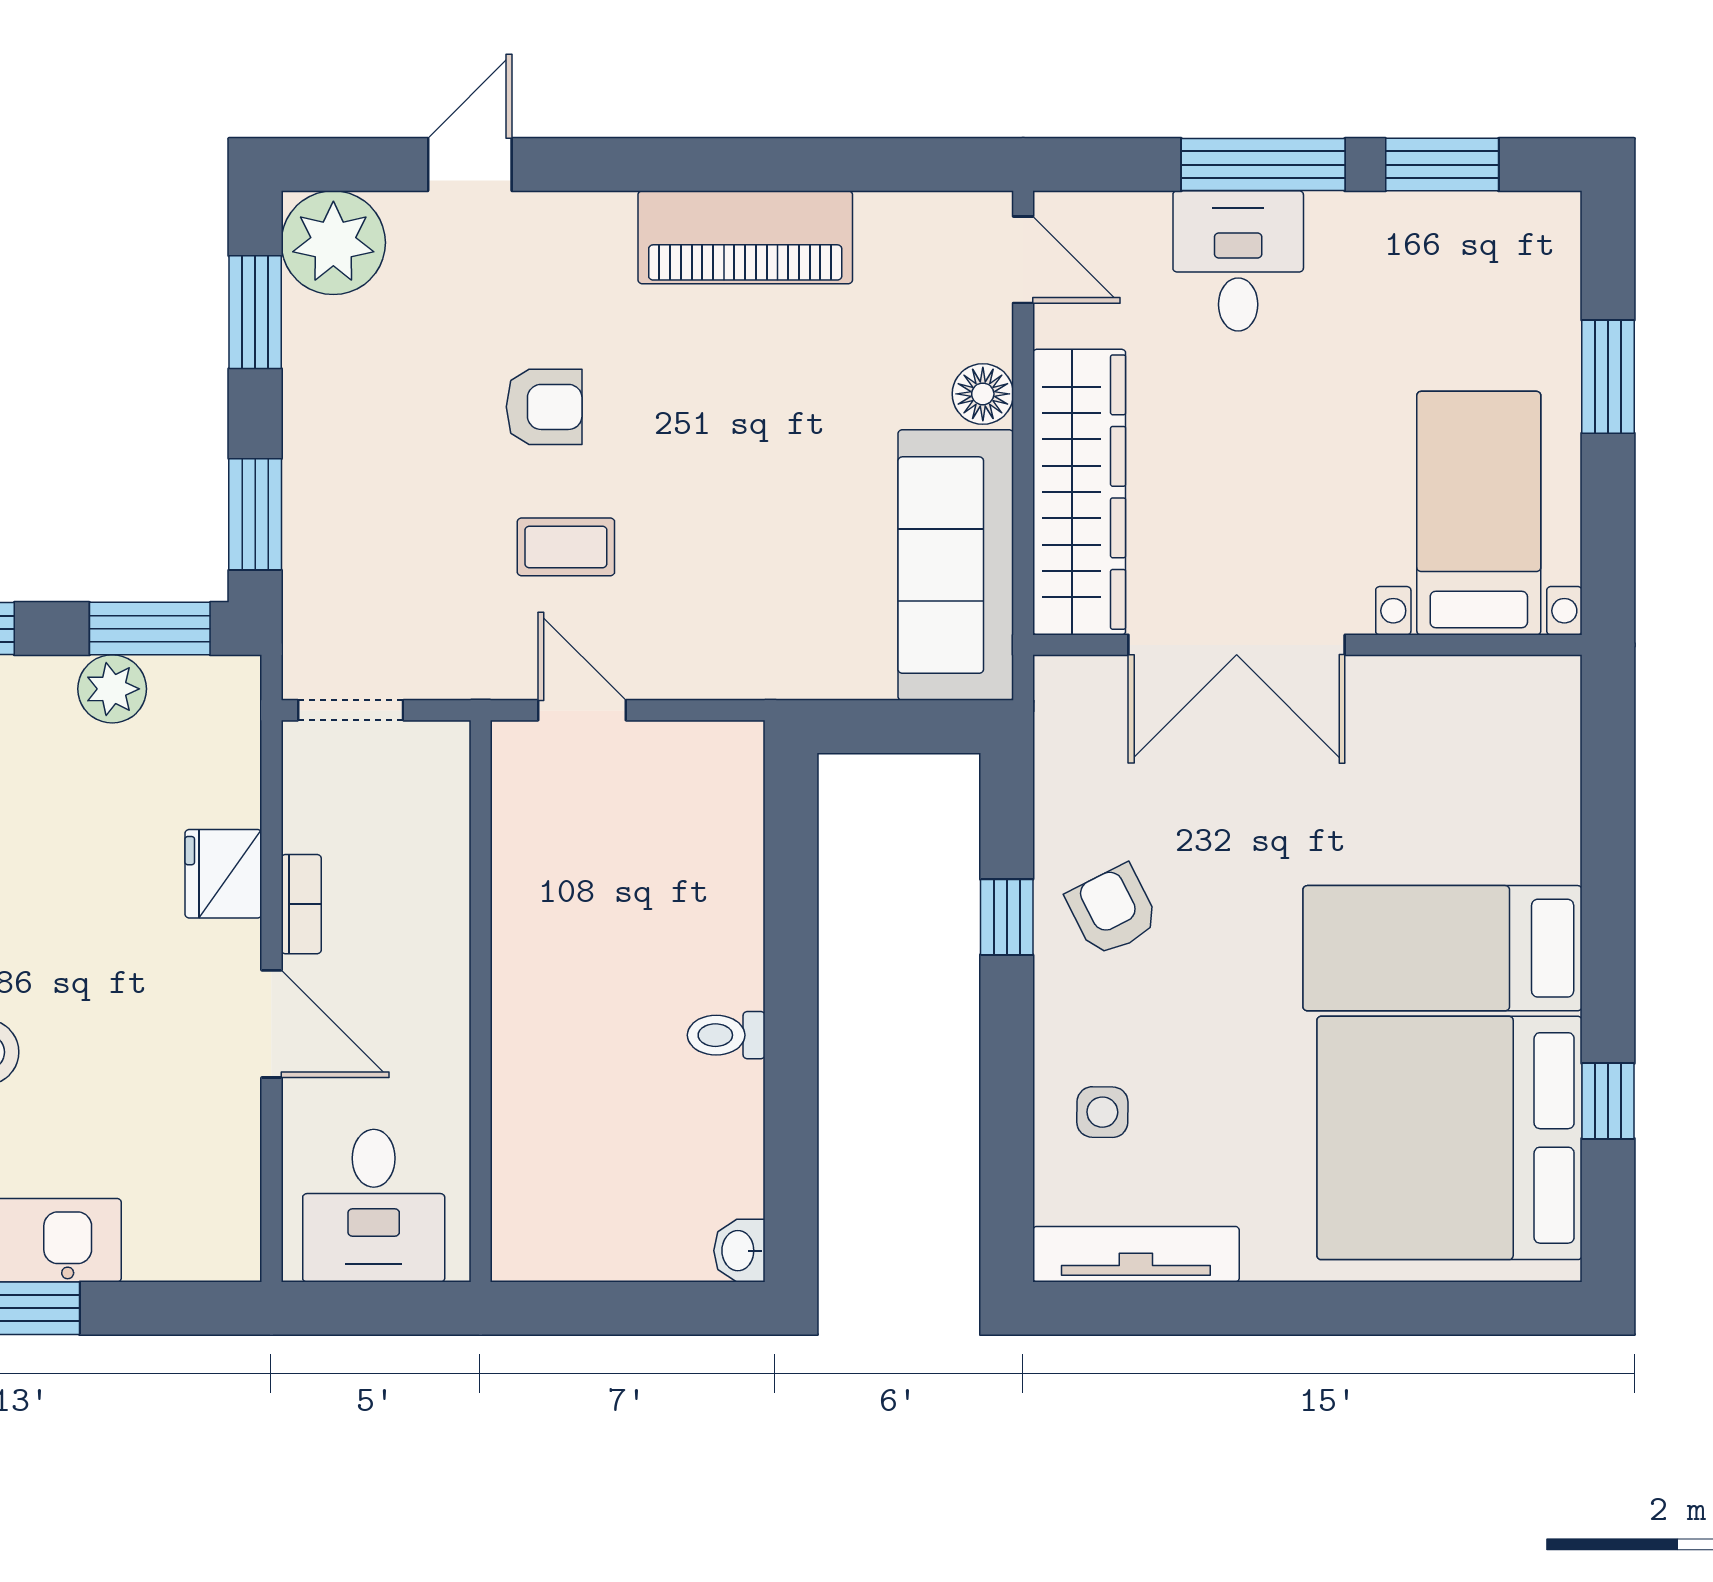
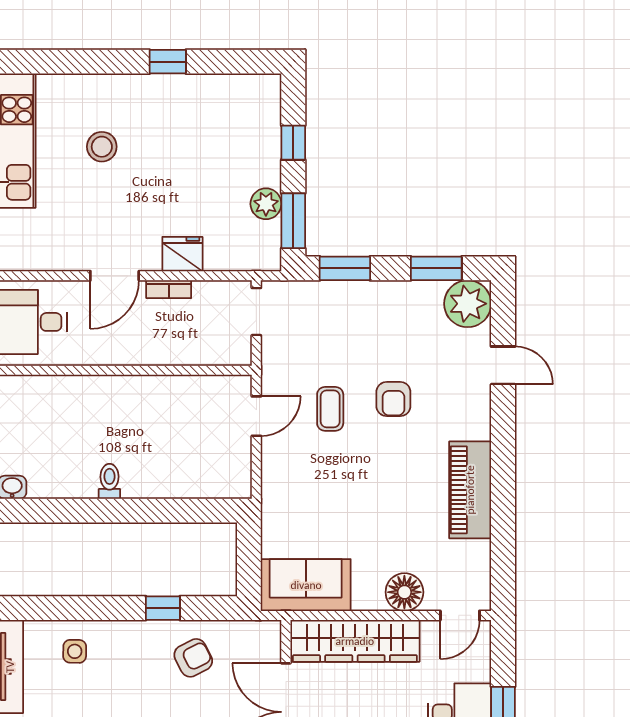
floor lamp: (983, 394) -> (404, 592), width x1.38, depth x1.38
sofa: (956, 565) -> (306, 585), width x0.73
armchair: (1112, 910) -> (193, 658), moved

